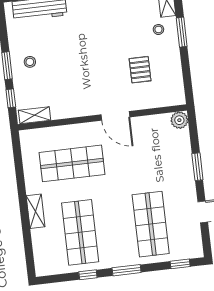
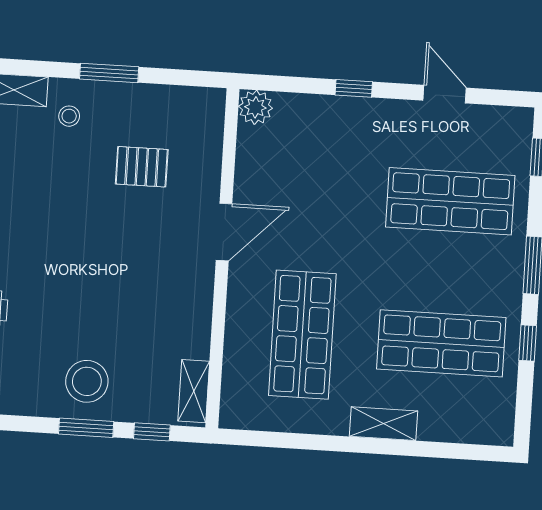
window: (182, 32) -> (109, 73), moved
stool: (30, 62) -> (87, 381), width x1.89, depth x1.89
window: (197, 167) -> (354, 88), width x0.67

